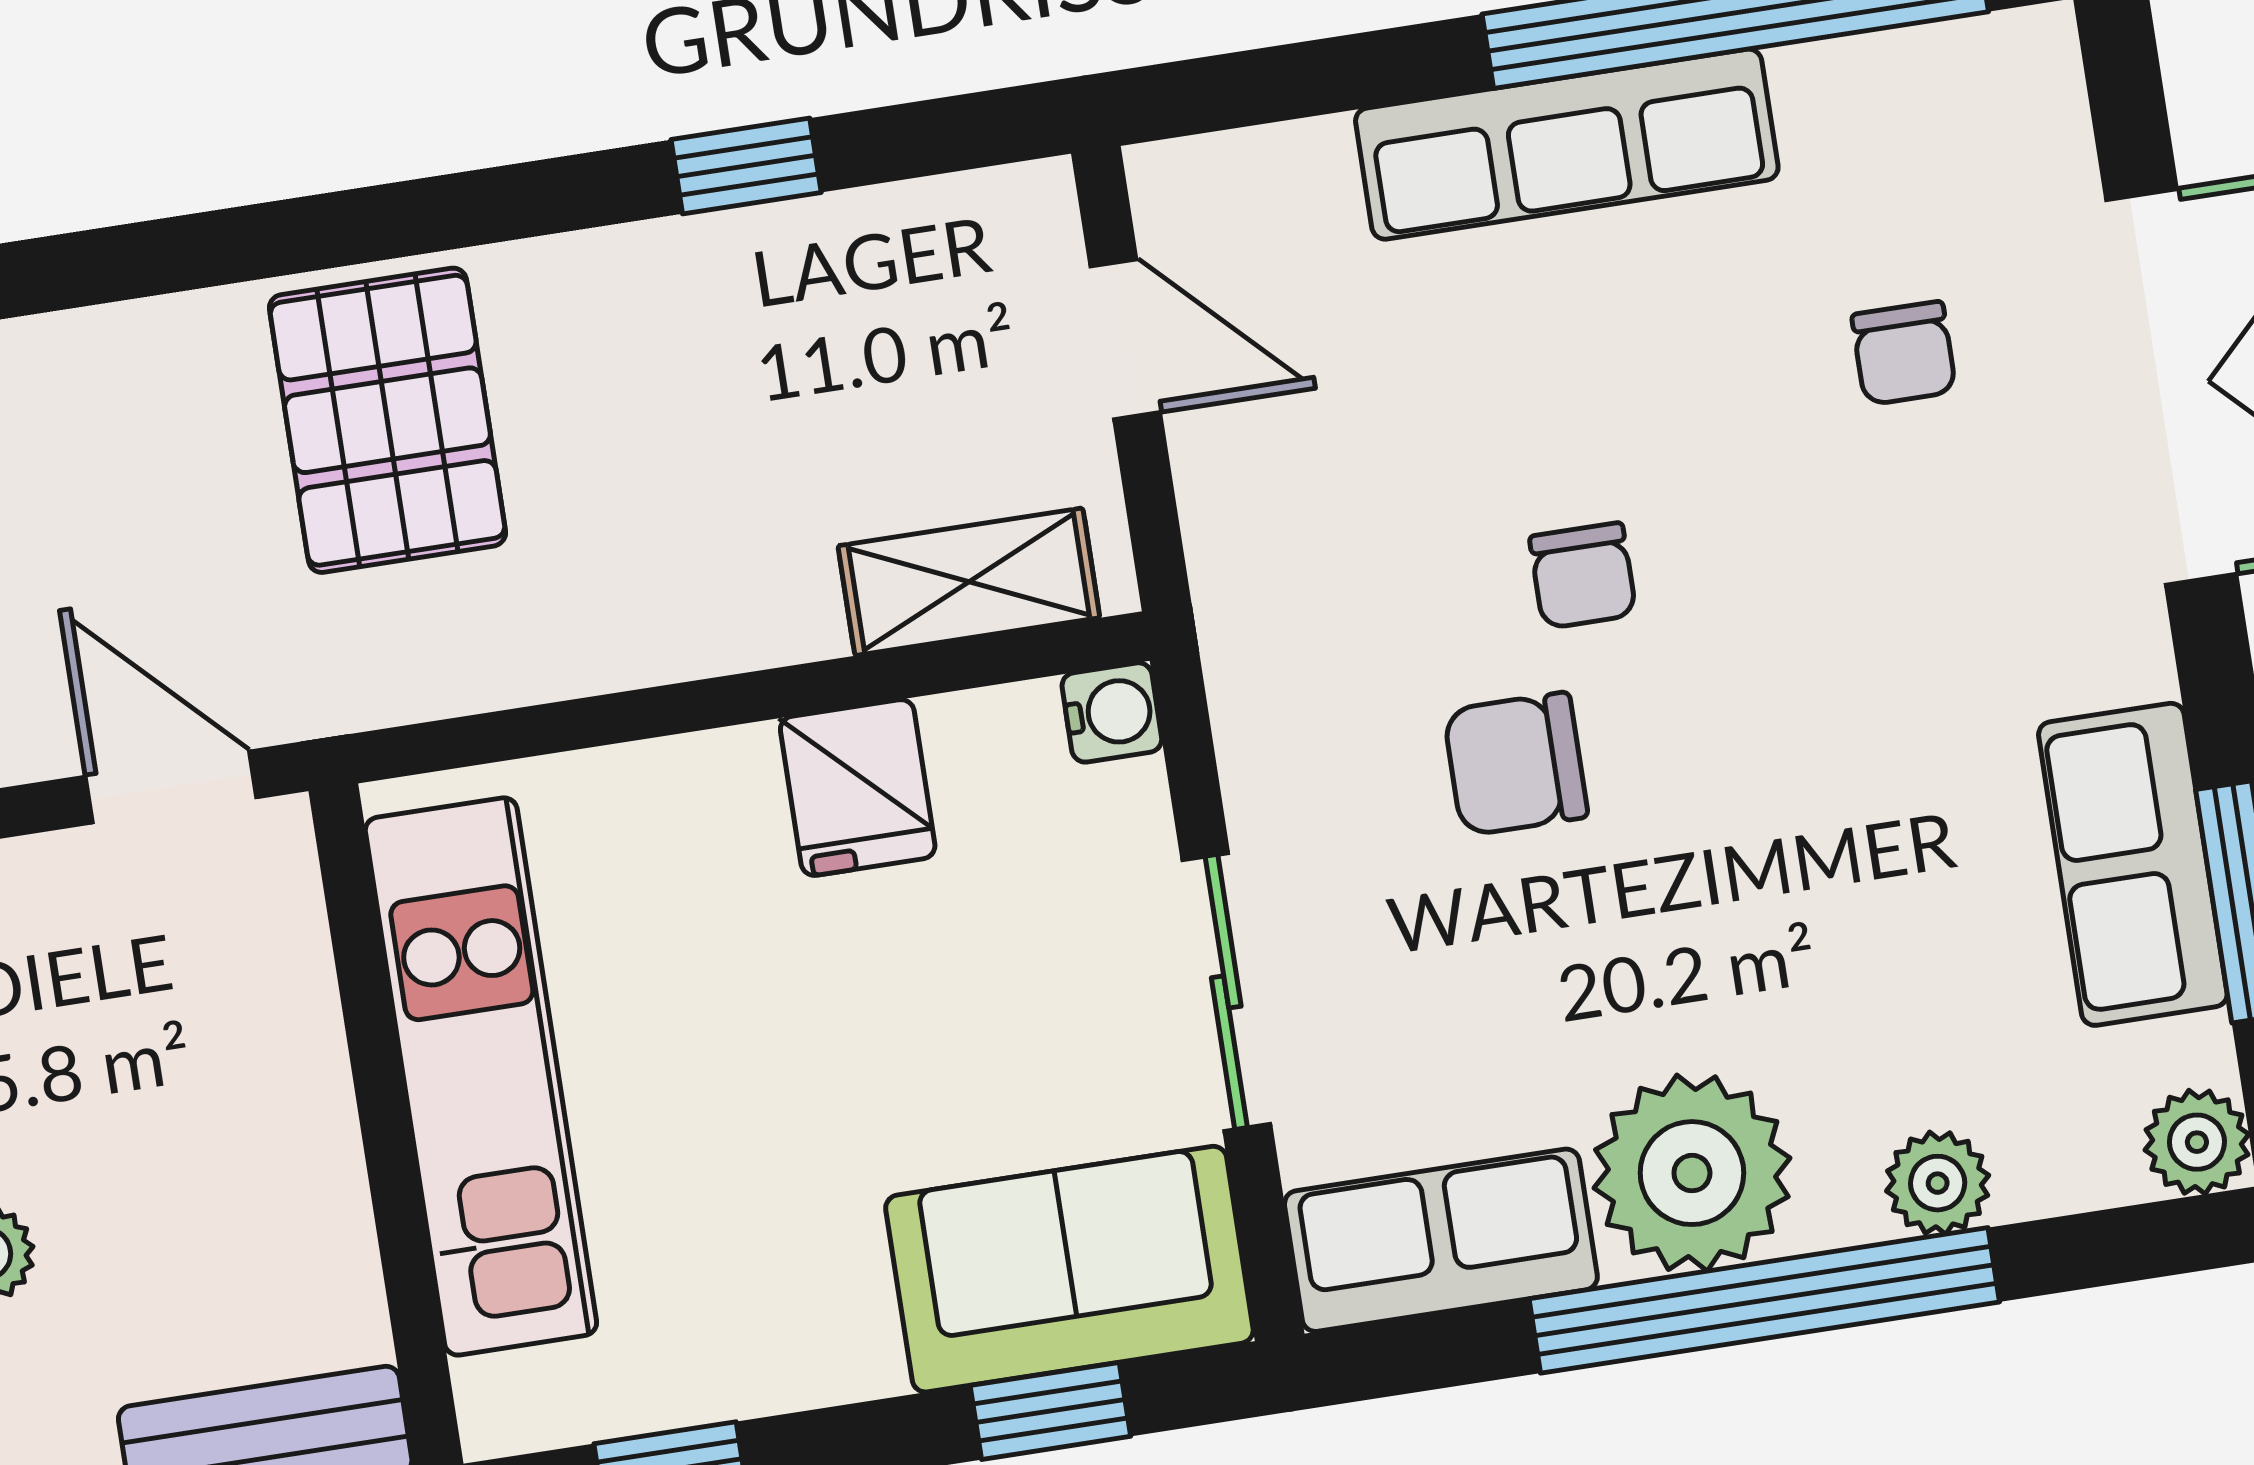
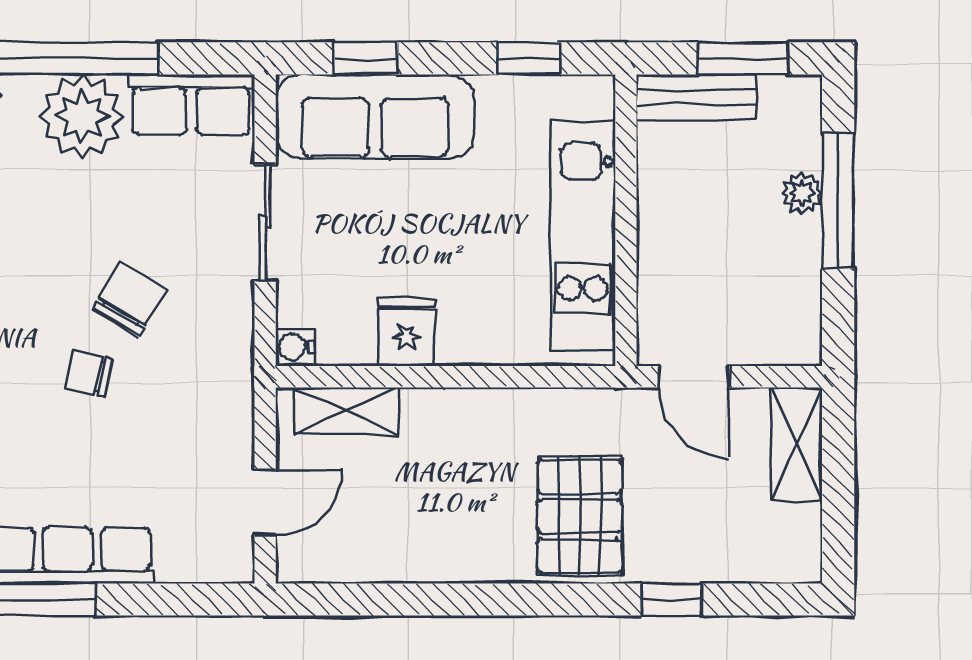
window: (746, 166) -> (671, 600), moved
door: (1125, 339) -> (265, 502), swing flipped
chair: (1583, 576) -> (89, 374), turned -77
chair: (1516, 764) -> (129, 299), turned -60
sofa: (1069, 1269) -> (375, 117), width x1.36

